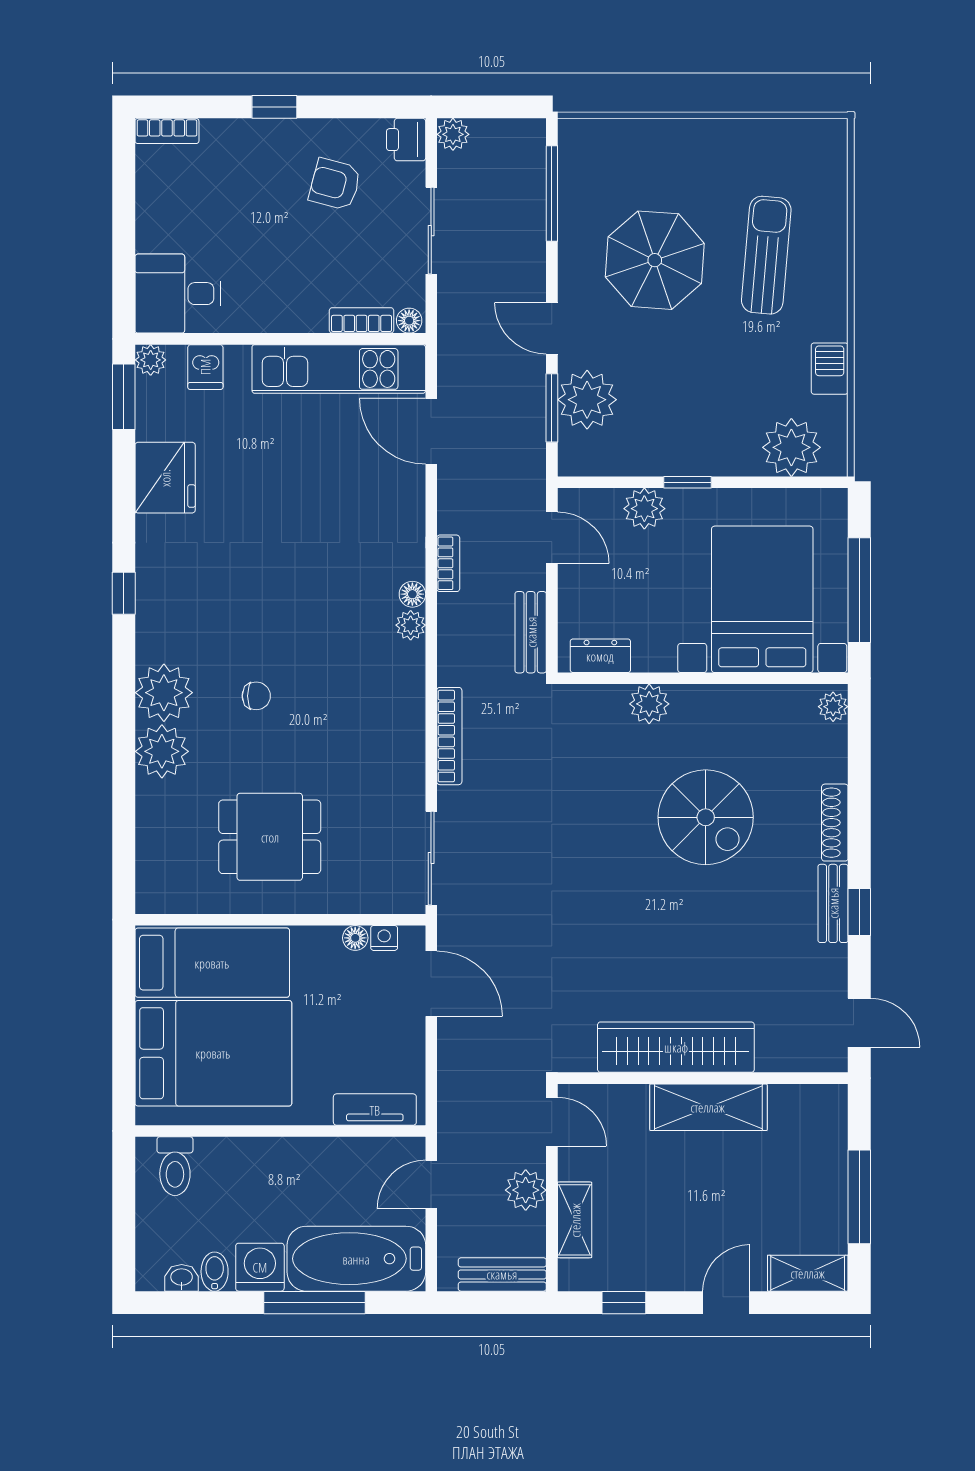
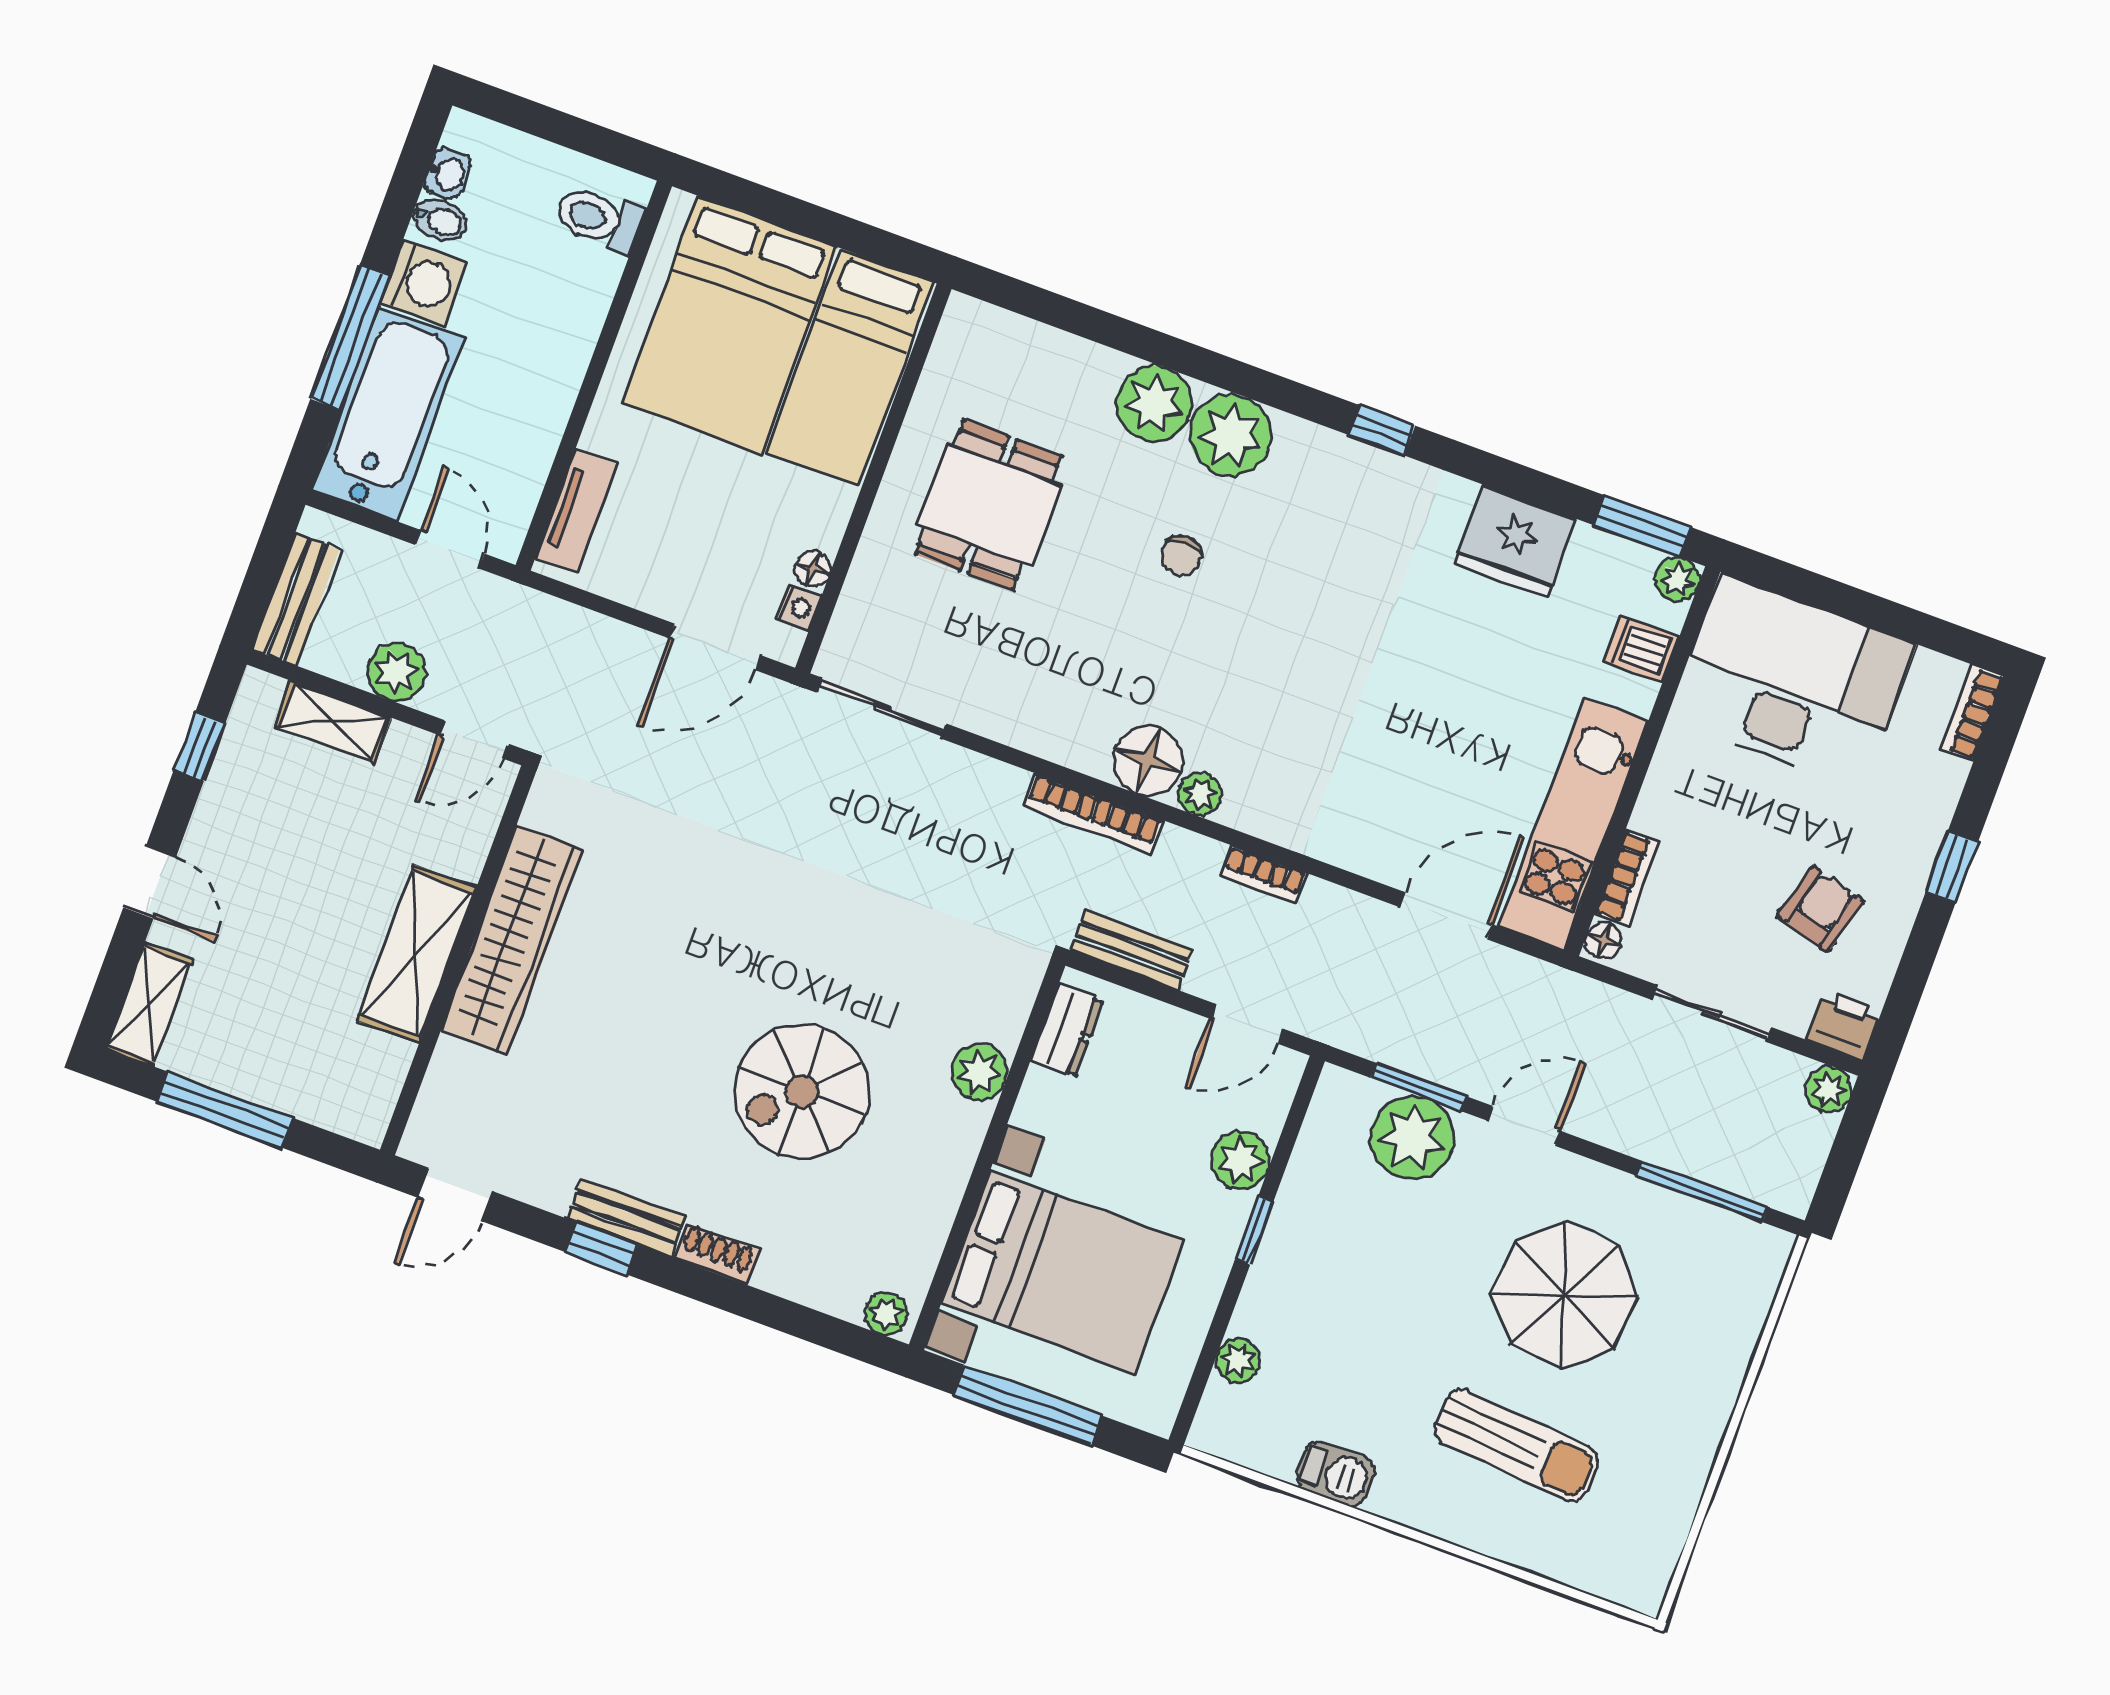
desk: (178, 294) -> (1791, 682), width x1.87, depth x1.30
plant: (791, 447) -> (1238, 1360), width x0.53, depth x0.53
floor lamp: (412, 594) -> (1148, 761), moved, width x1.89, depth x1.89
bookcase: (449, 736) -> (1093, 813), moved
shoe rack: (835, 823) -> (717, 1254), width x0.70

